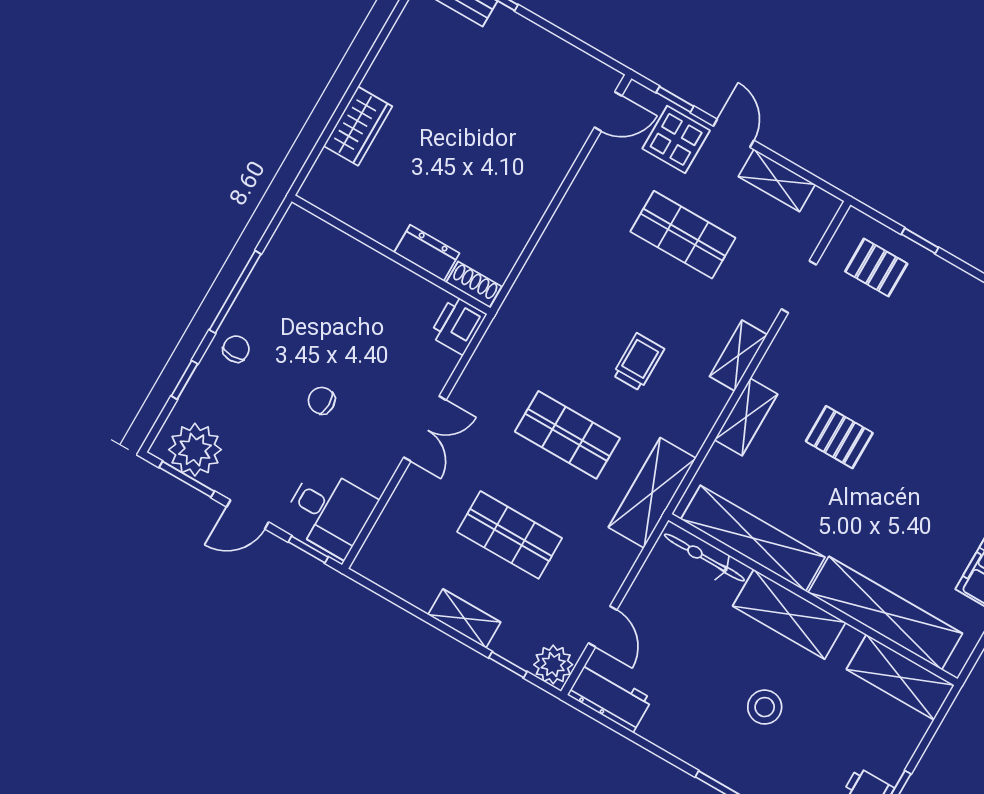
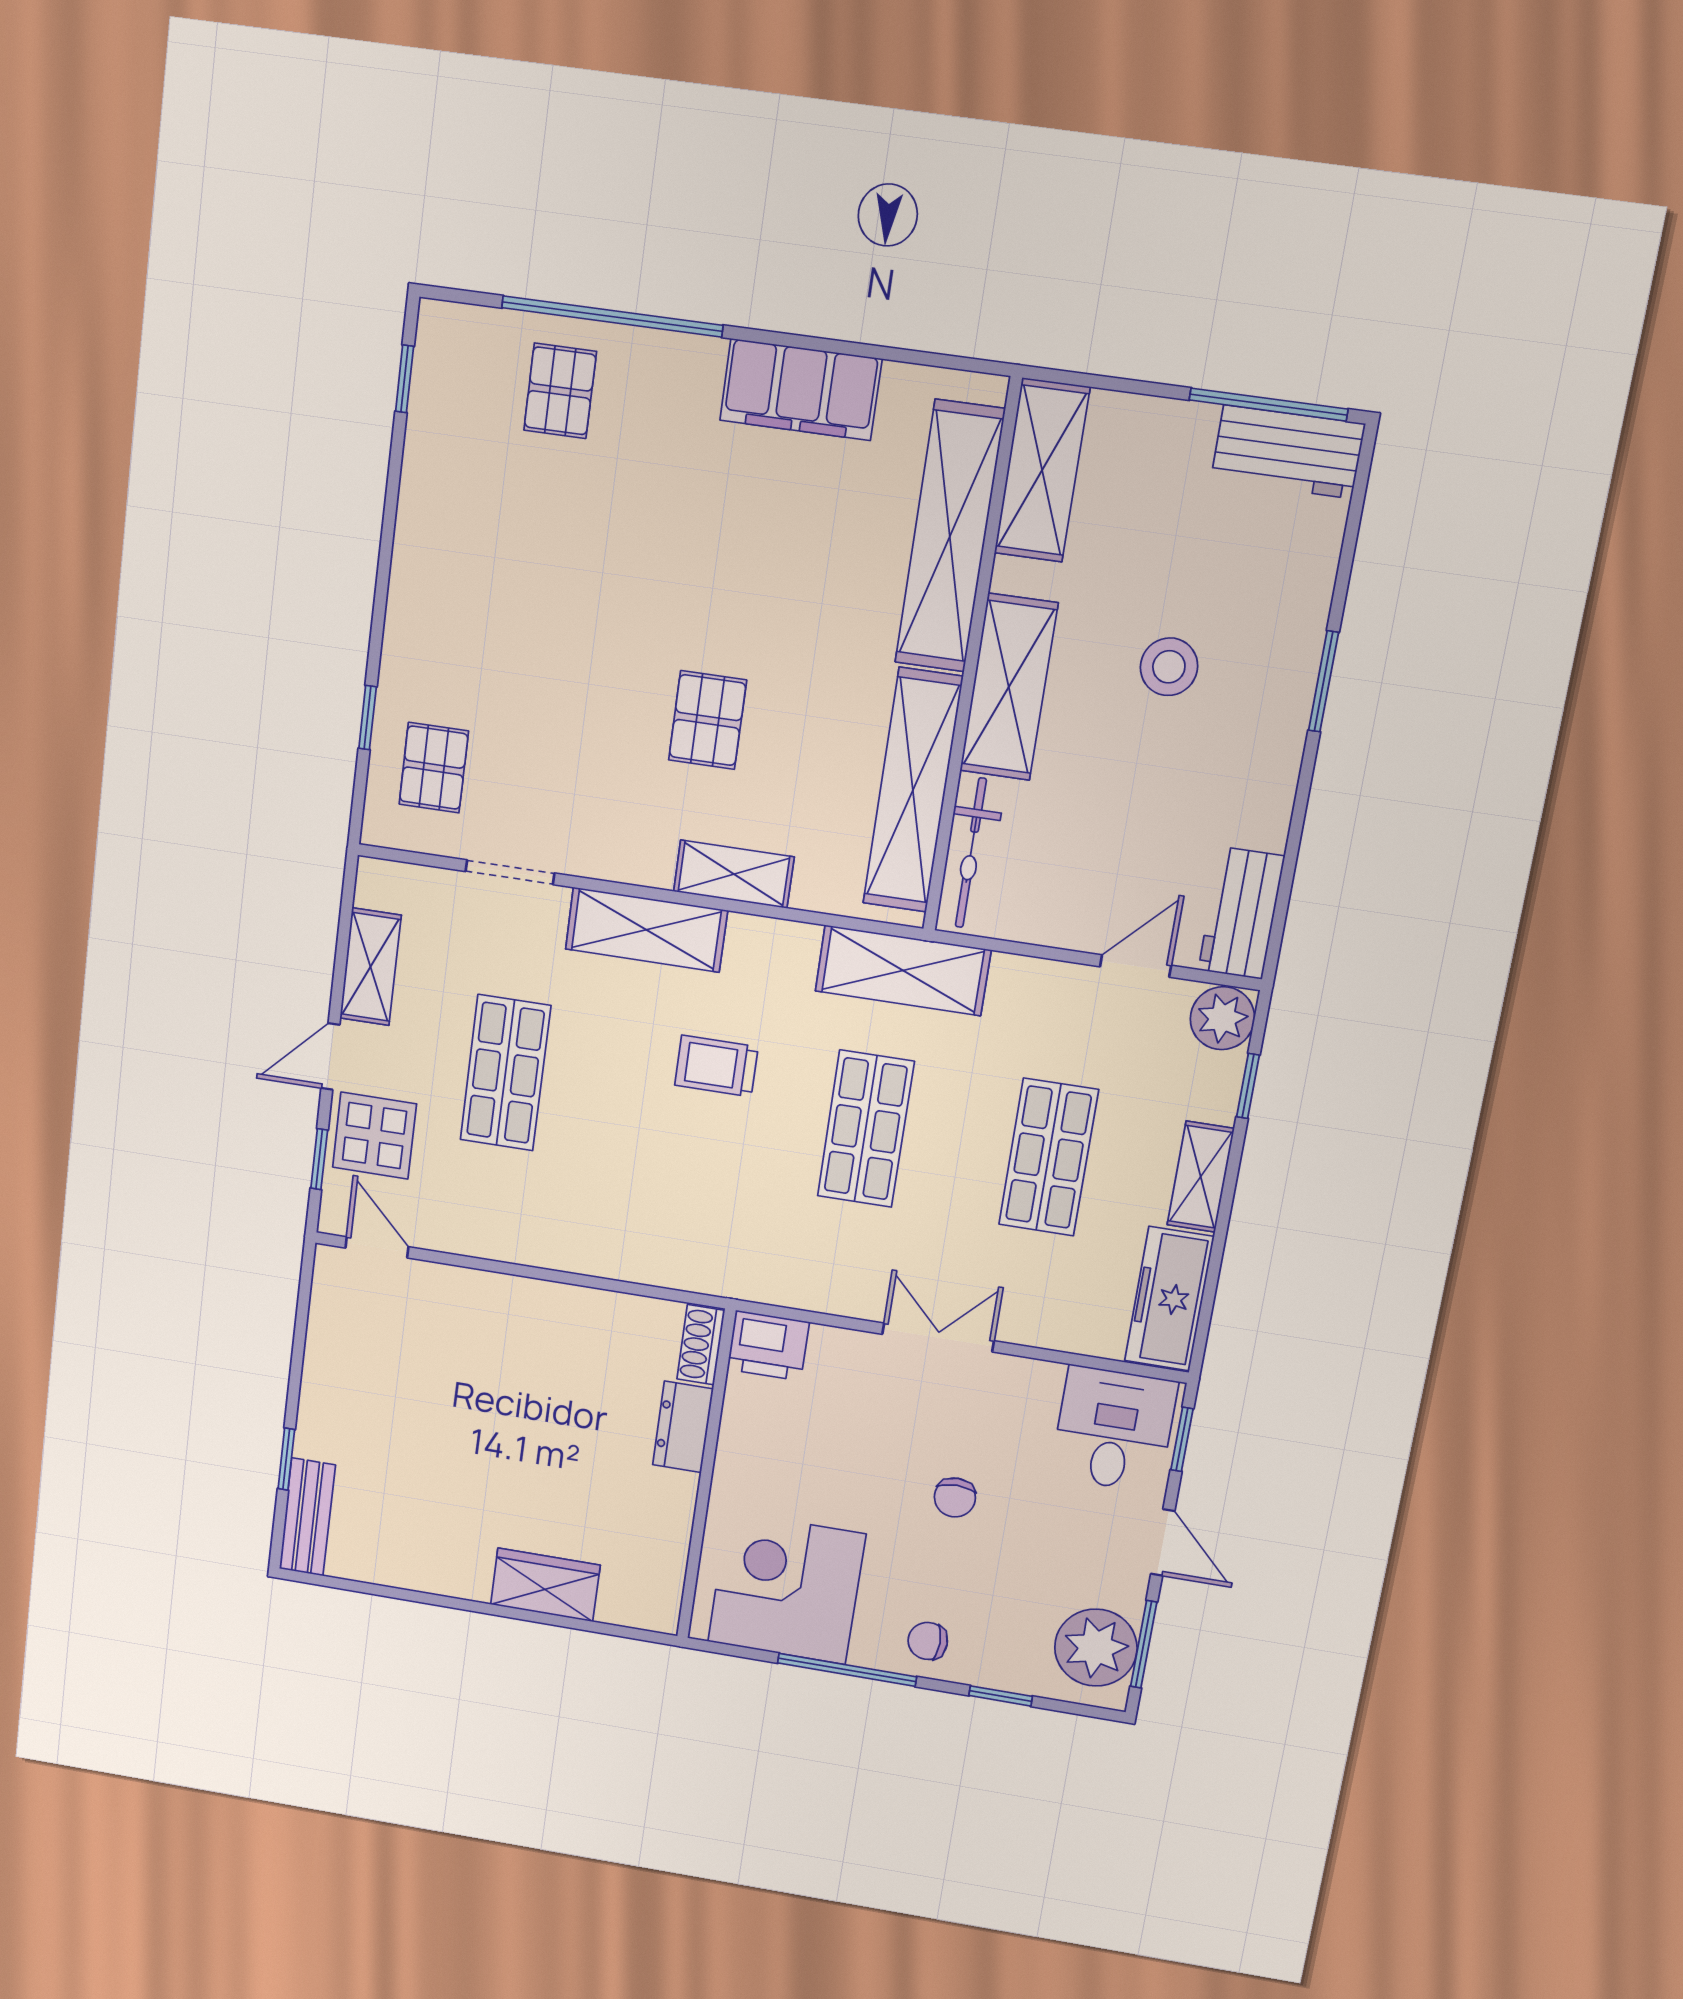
corner desk: (302, 275) -> (786, 1588), added
shelving: (738, 356) -> (646, 930), width x1.50, depth x1.33
freezer: (398, 573) -> (1169, 1299), added

